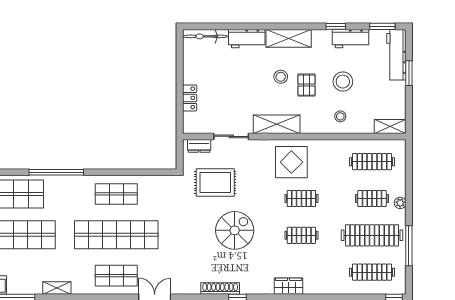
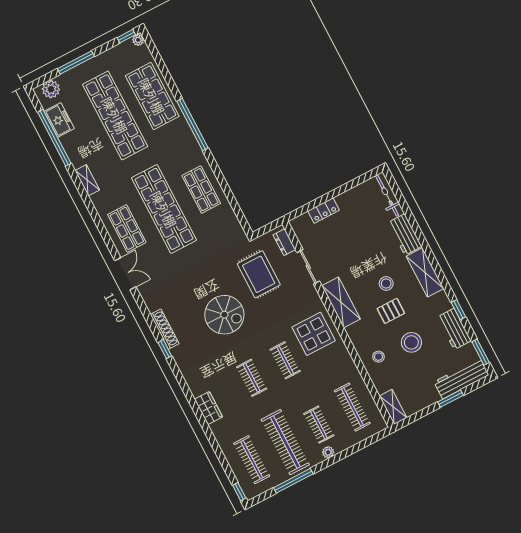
wardrobe: (289, 286) -> (209, 408), moved

